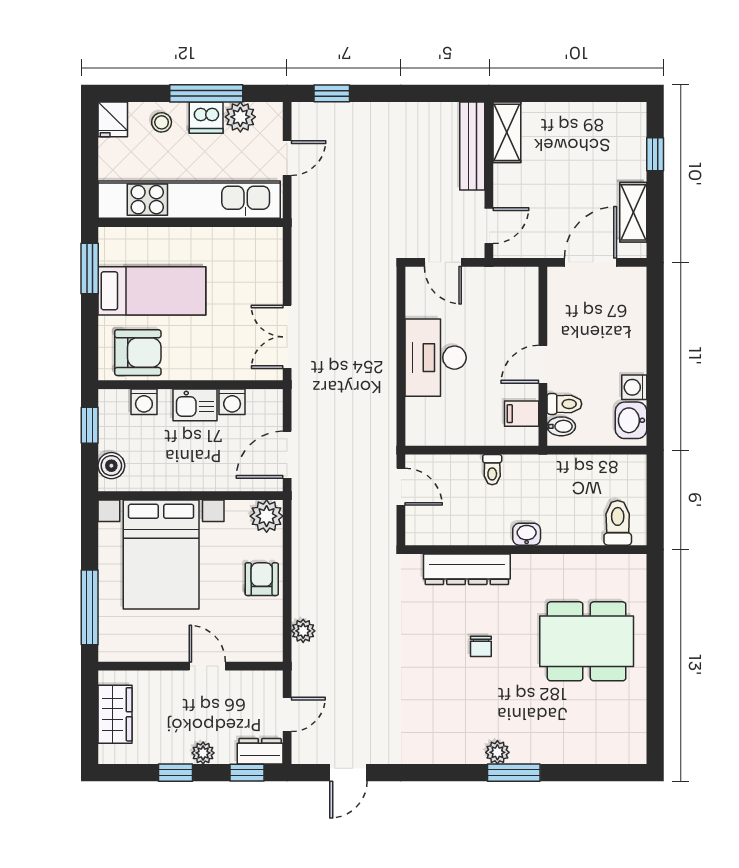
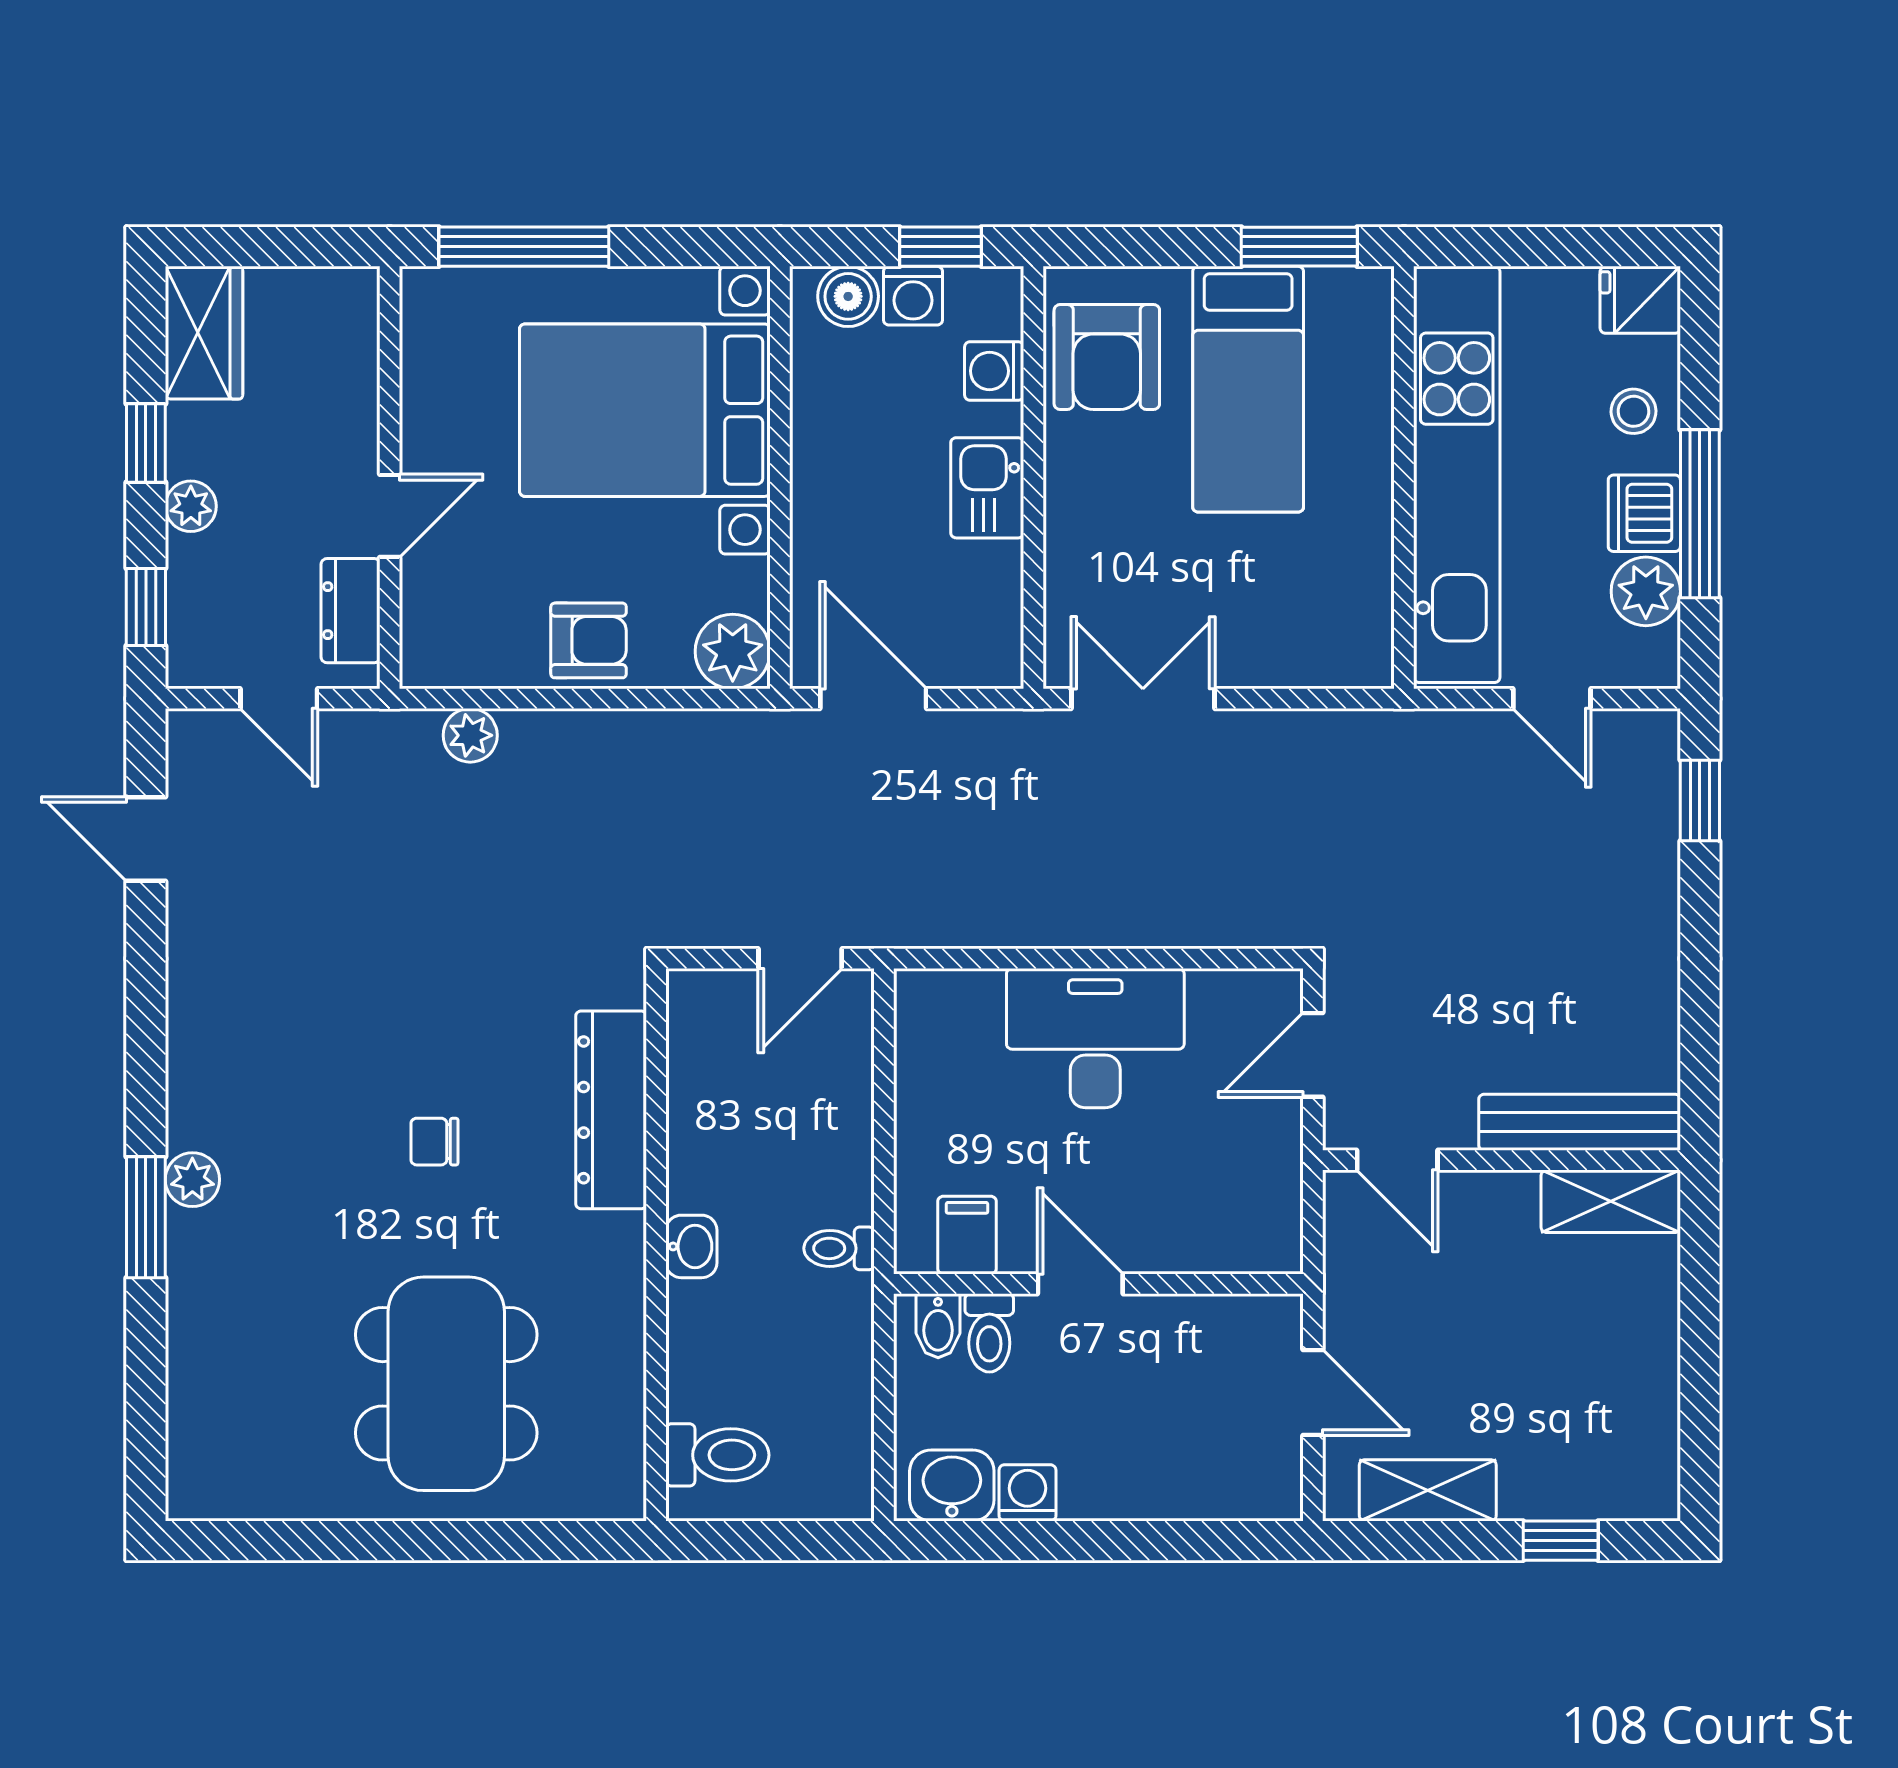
door: (590, 262) -> (1313, 1393), width x0.73
washing machine: (232, 402) -> (913, 296), moved, turned -90
toilet: (492, 470) -> (839, 1248), moved
wardrobe: (115, 714) -> (204, 333), moved, turned -90
dresser: (260, 751) -> (351, 611), moved, turned 180

